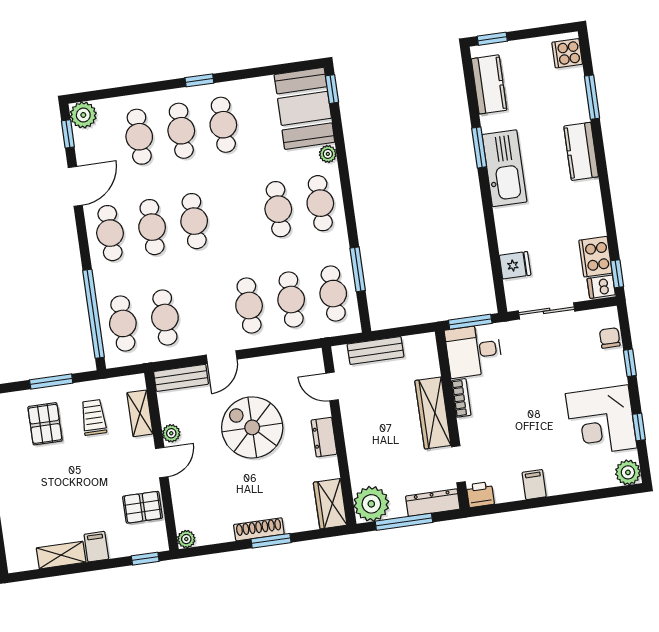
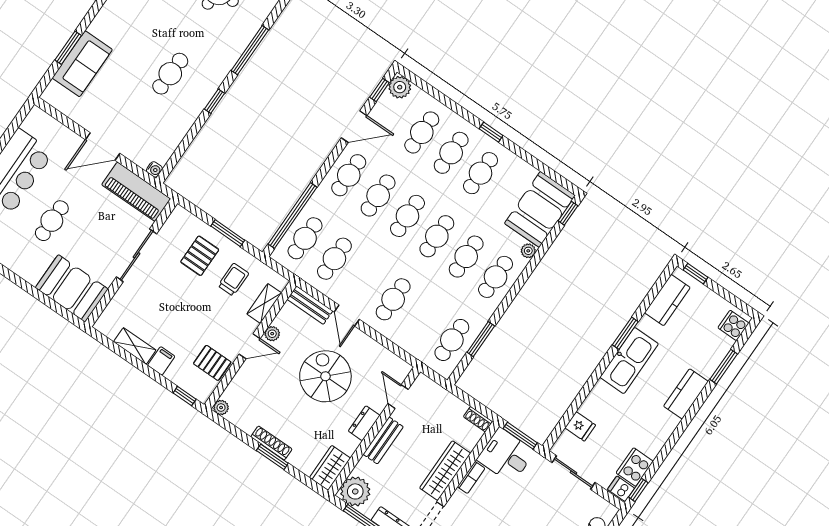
cafe table: (291, 300) -> (437, 236), moved
shoe rack: (420, 342) -> (478, 419), added
bench: (376, 350) -> (383, 440), moved, turned 90
door: (222, 357) -> (347, 316), hinge flipped

